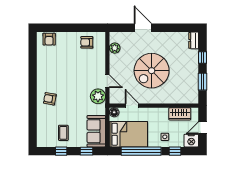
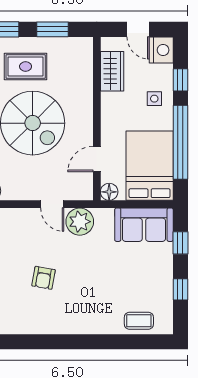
rug: (182, 67) -> (26, 66), added
door: (107, 81) -> (52, 204), swing flipped
armchair: (50, 99) -> (43, 278), moved
coffee table: (63, 133) -> (139, 321), moved

